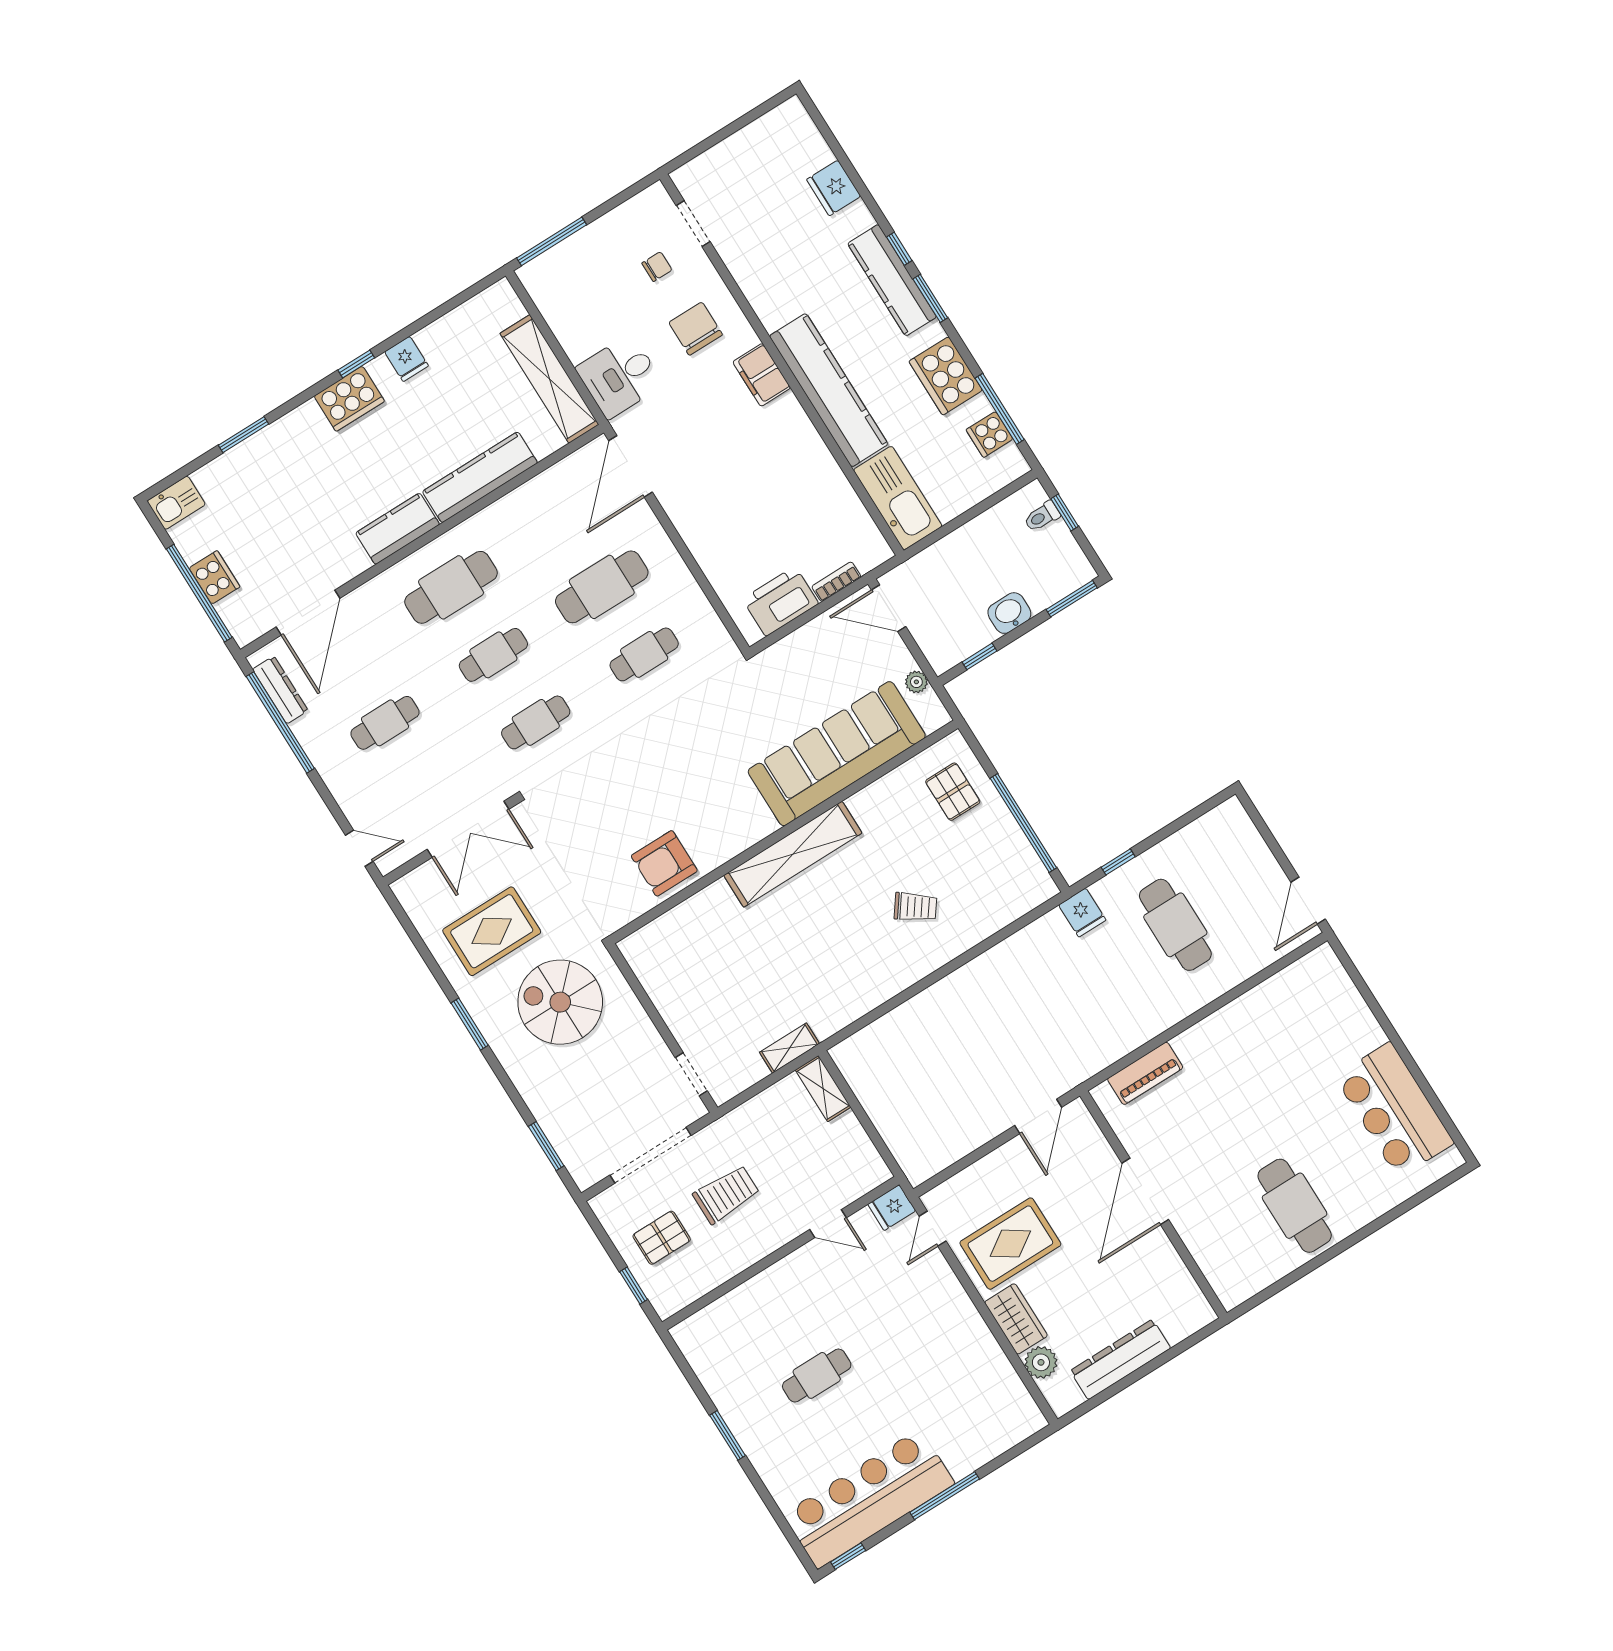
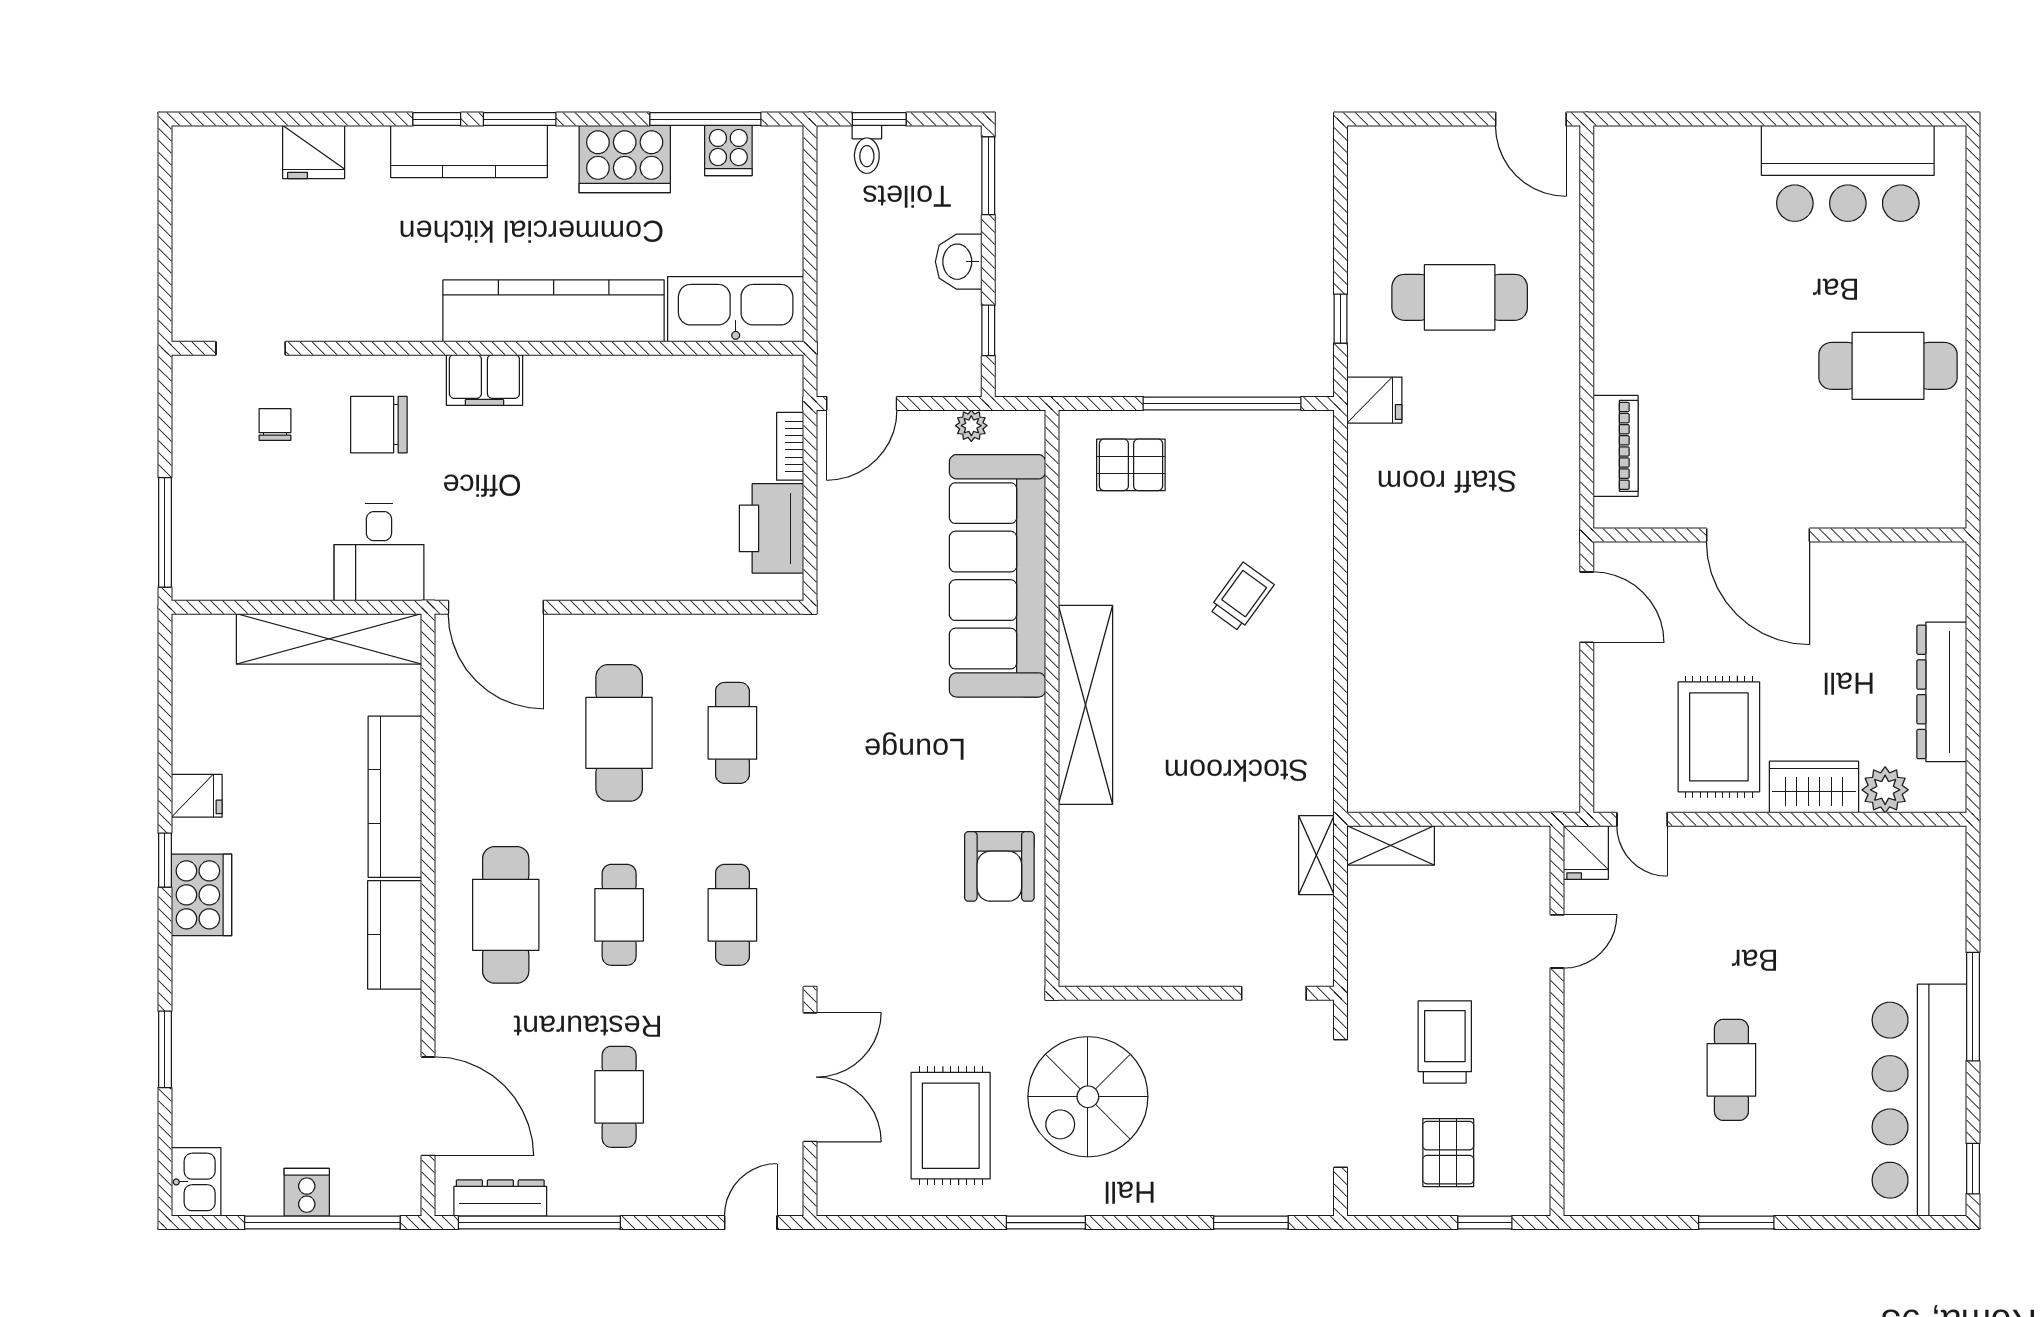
cooker: (214, 577) -> (307, 1192), width x0.73

